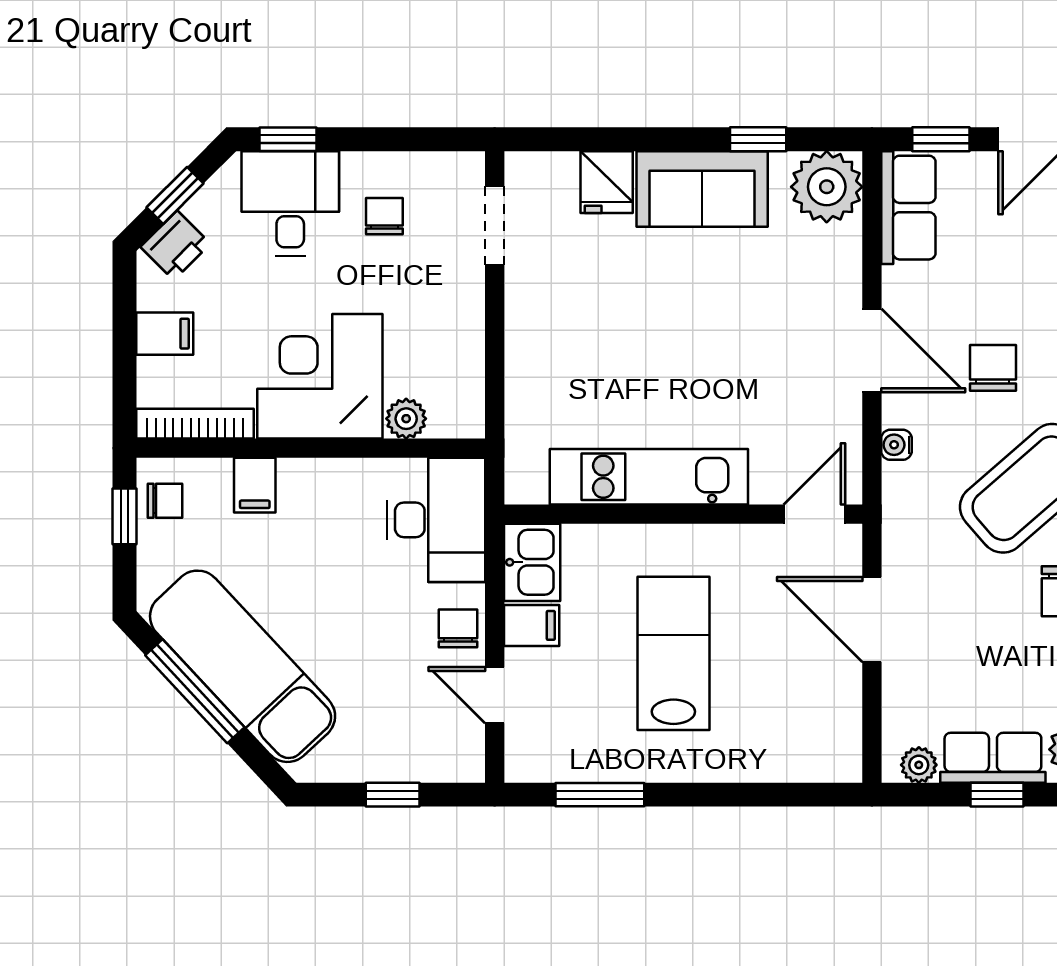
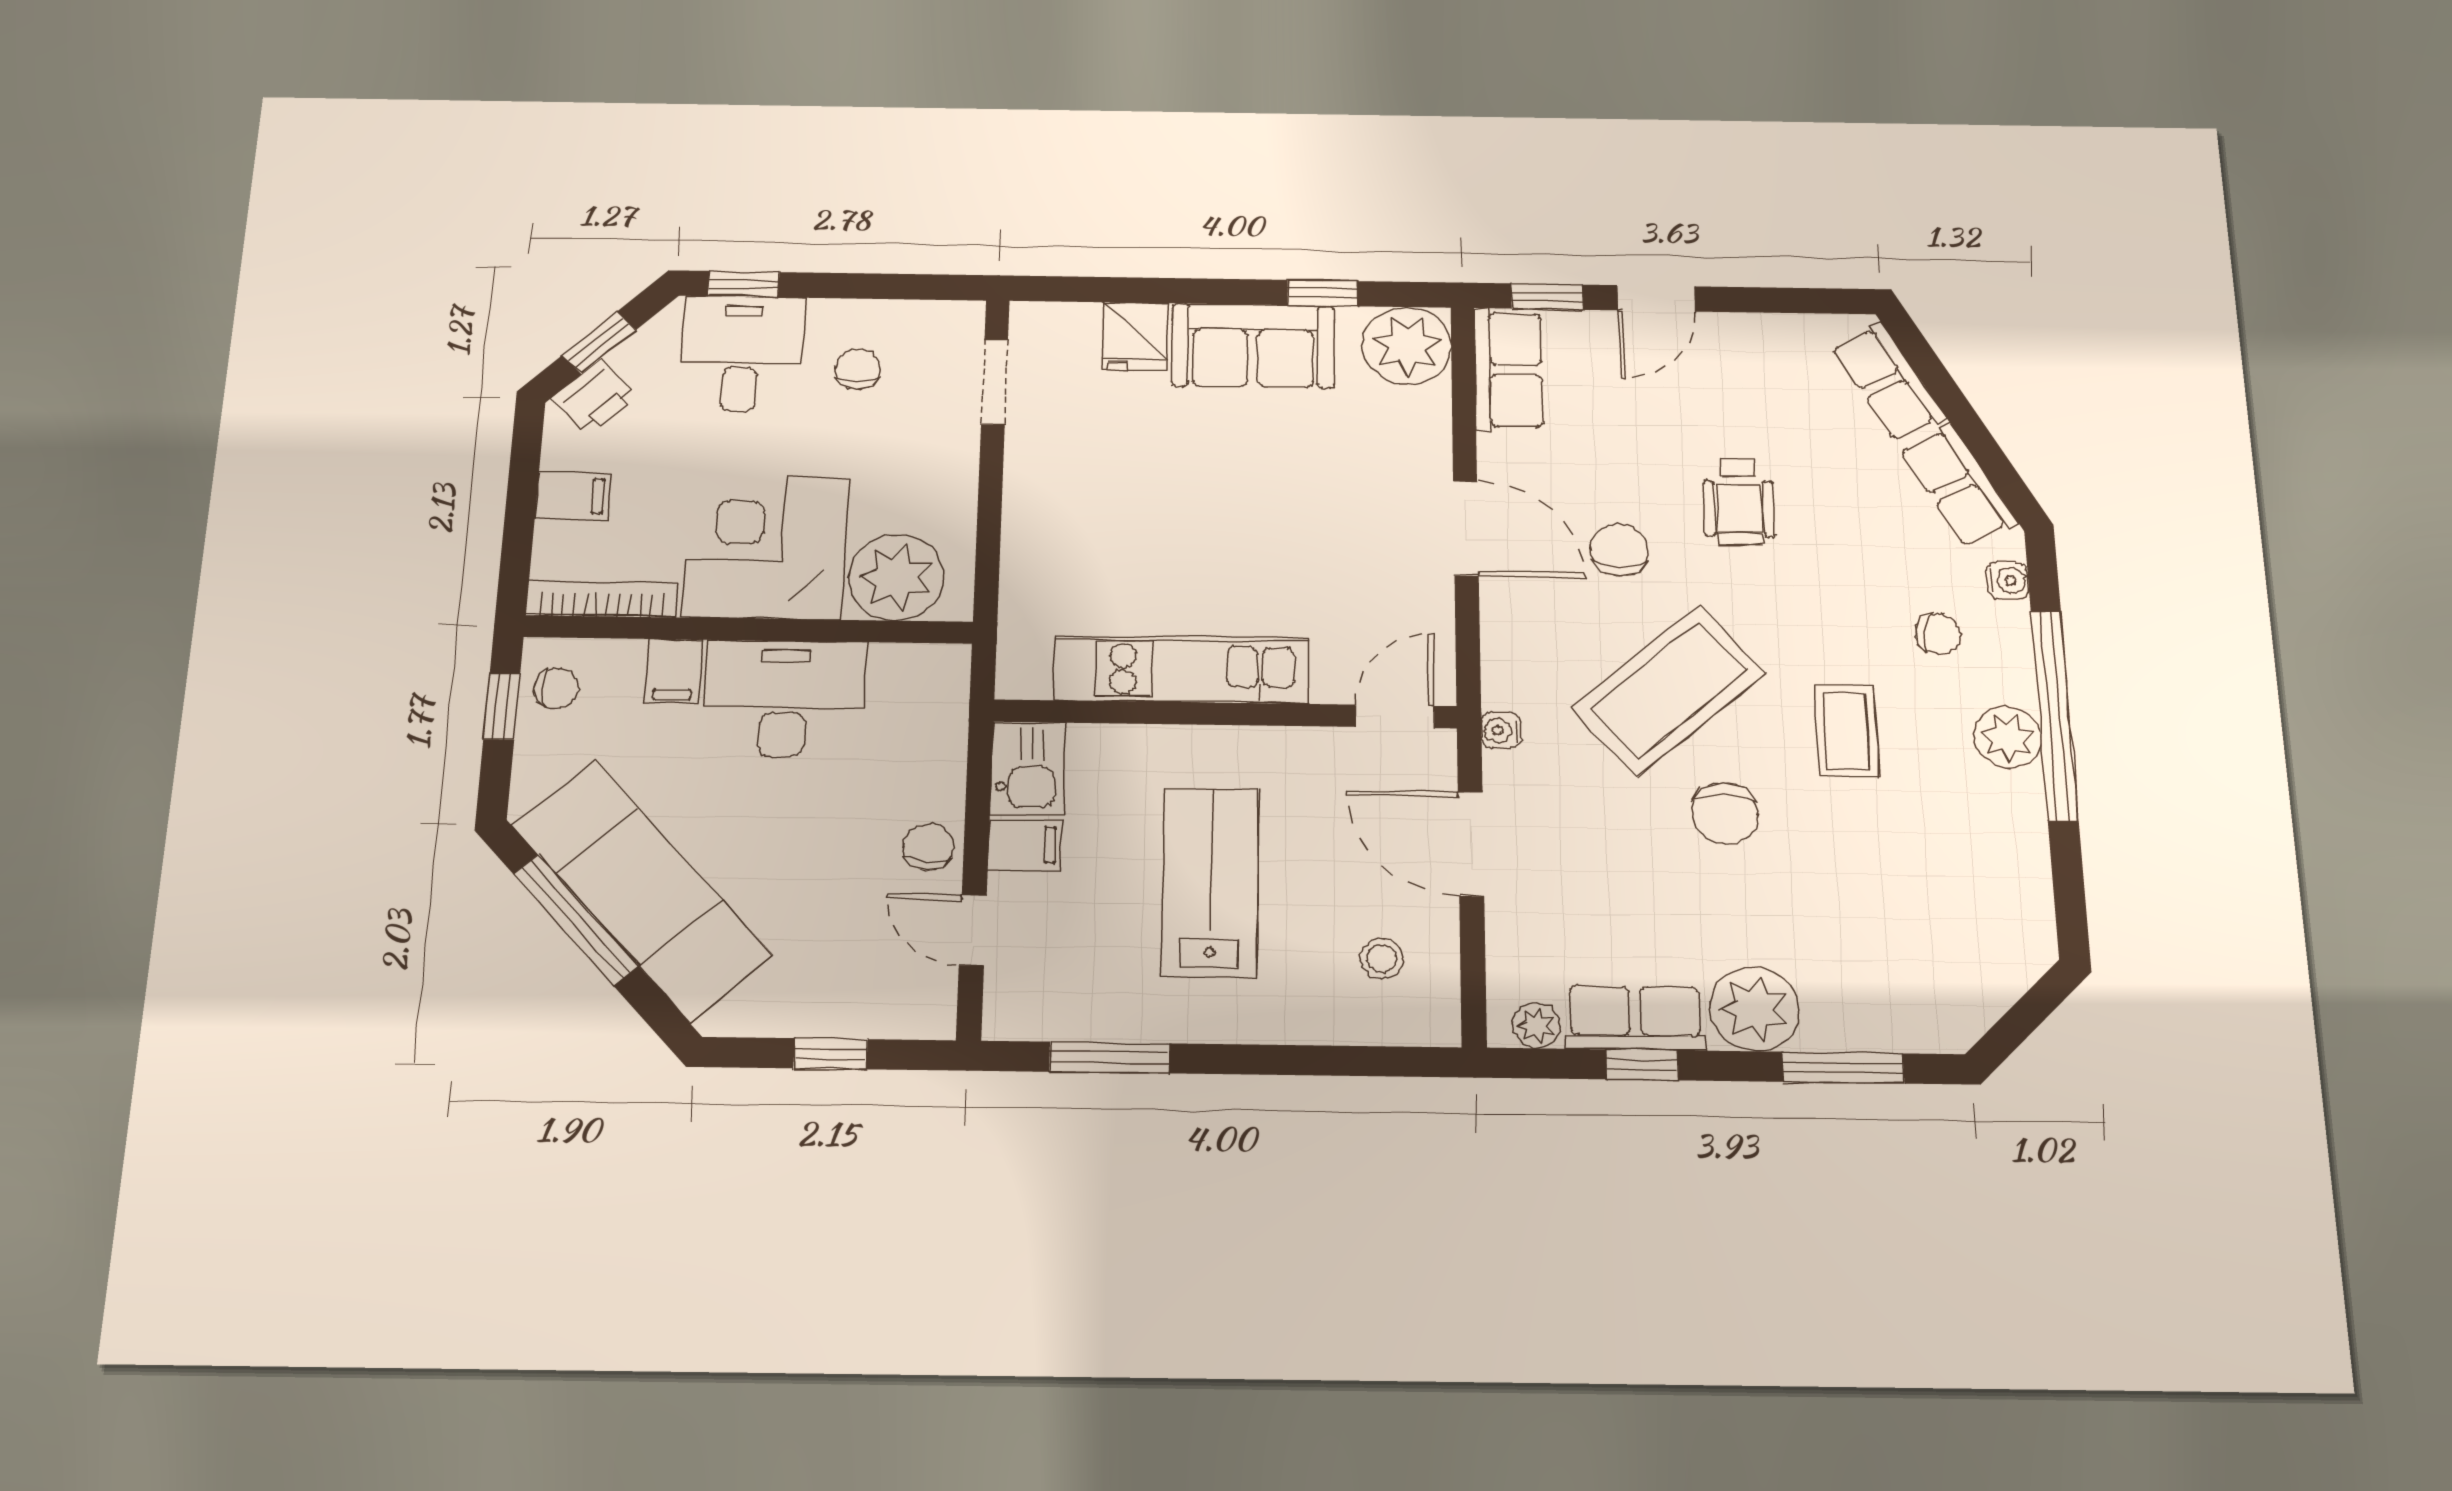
plant: (406, 419) -> (896, 577), width x1.87, depth x1.87
water cooler: (896, 445) -> (1501, 730), moved
desk: (436, 520) -> (784, 698), moved, turned -90
stool: (803, 714) -> (1382, 959), added

